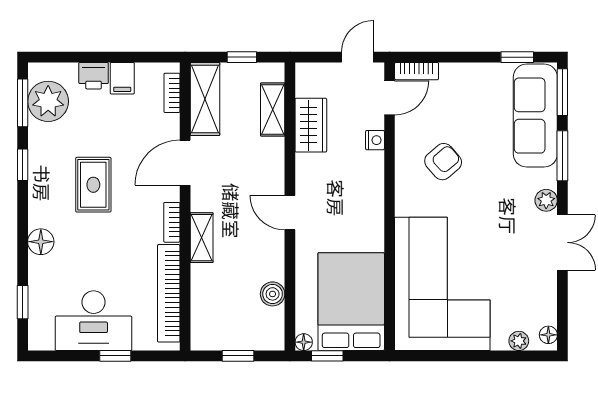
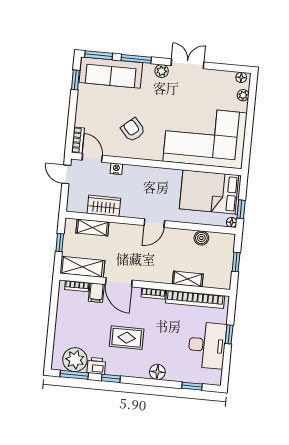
printer: (94, 76) -> (96, 366), moved, turned -90
filing cabinet: (122, 78) -> (96, 293), moved, turned 90
shelving: (202, 238) -> (188, 279), moved

